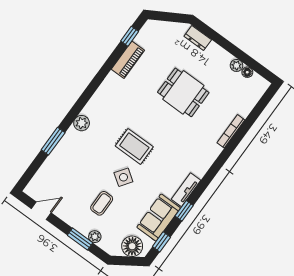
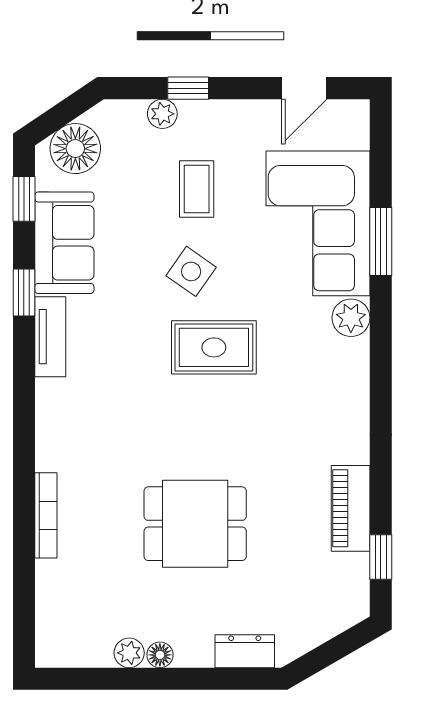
floor lamp: (247, 72) -> (160, 655), moved
corner sofa: (70, 162) -> (318, 223), added
window: (80, 239) -> (188, 88), width x0.67

